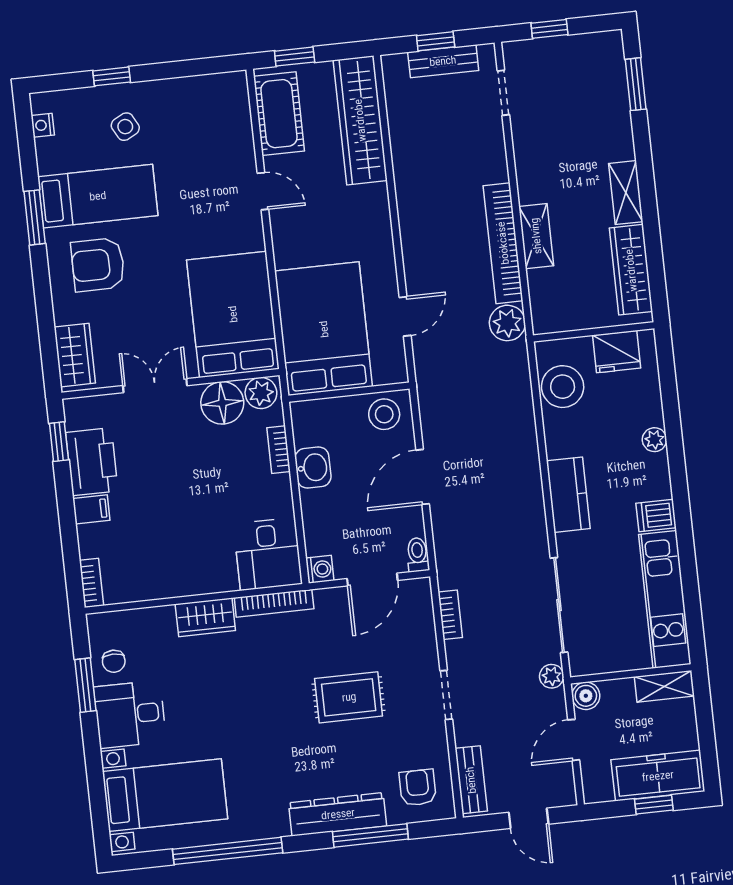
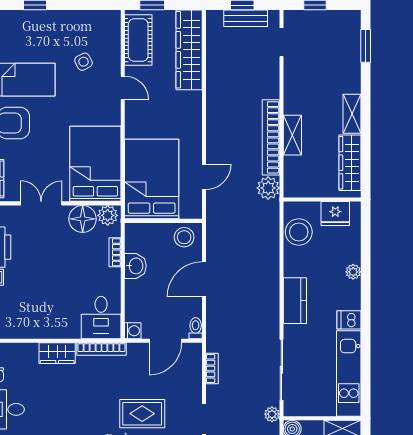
side table: (125, 127) -> (84, 62), moved

